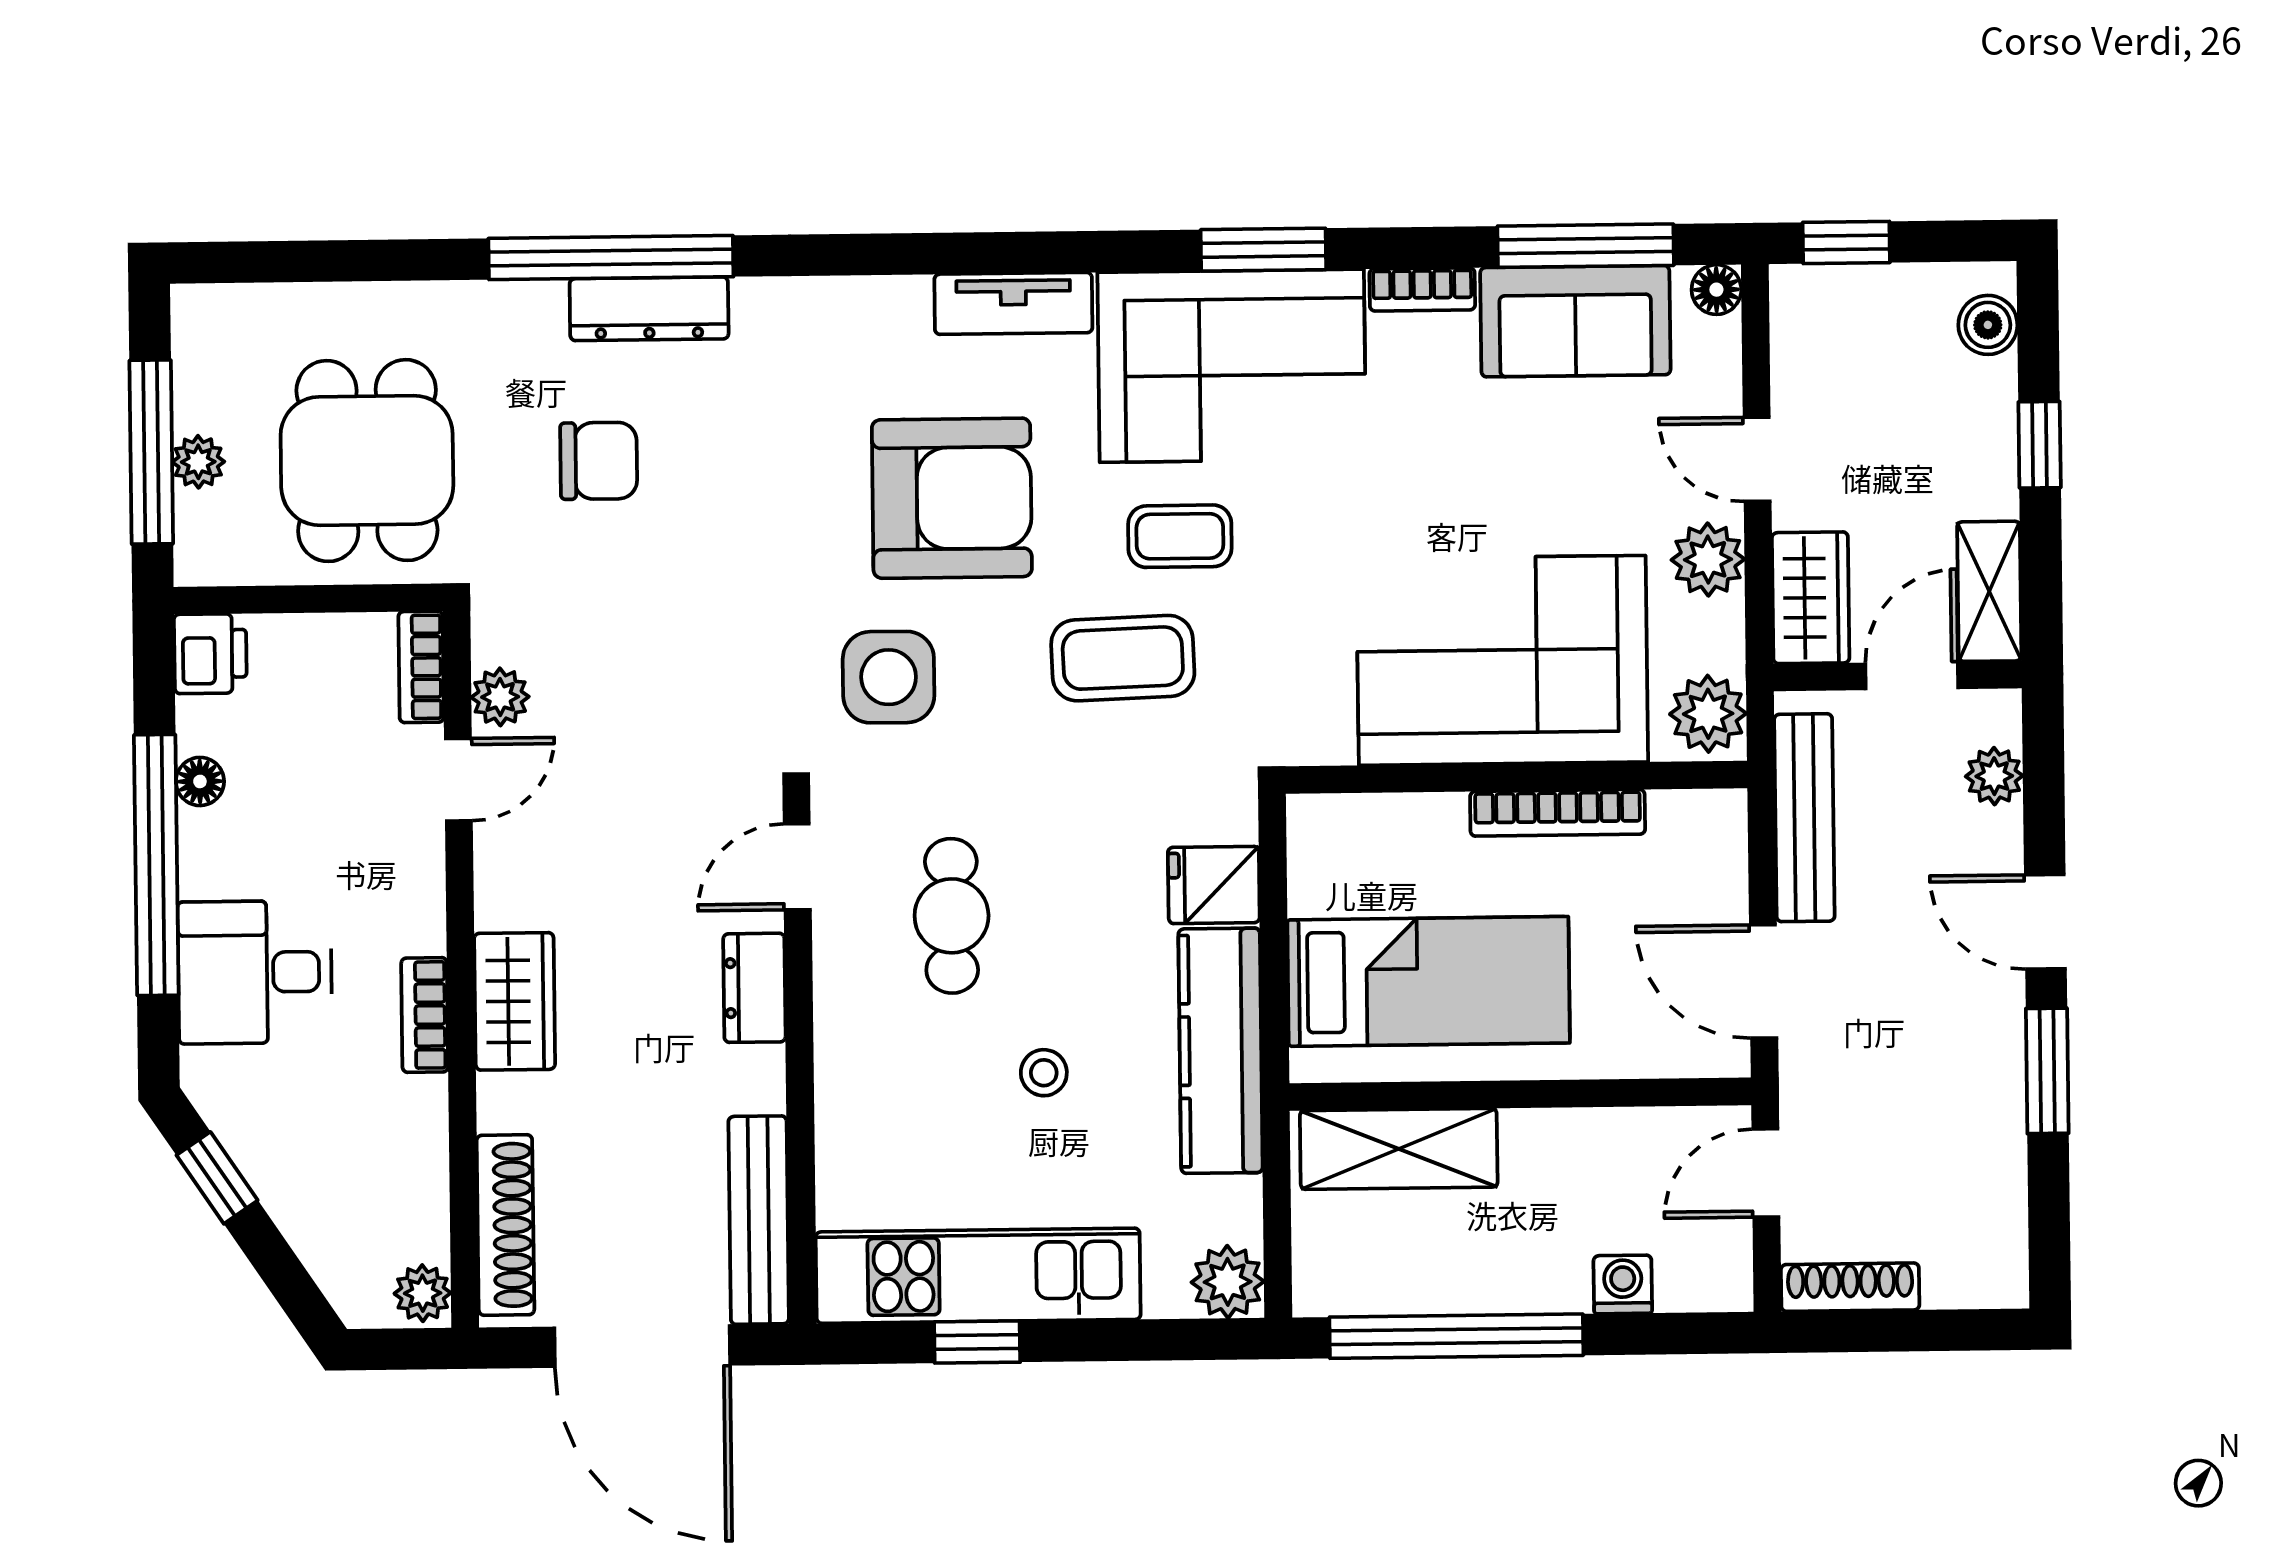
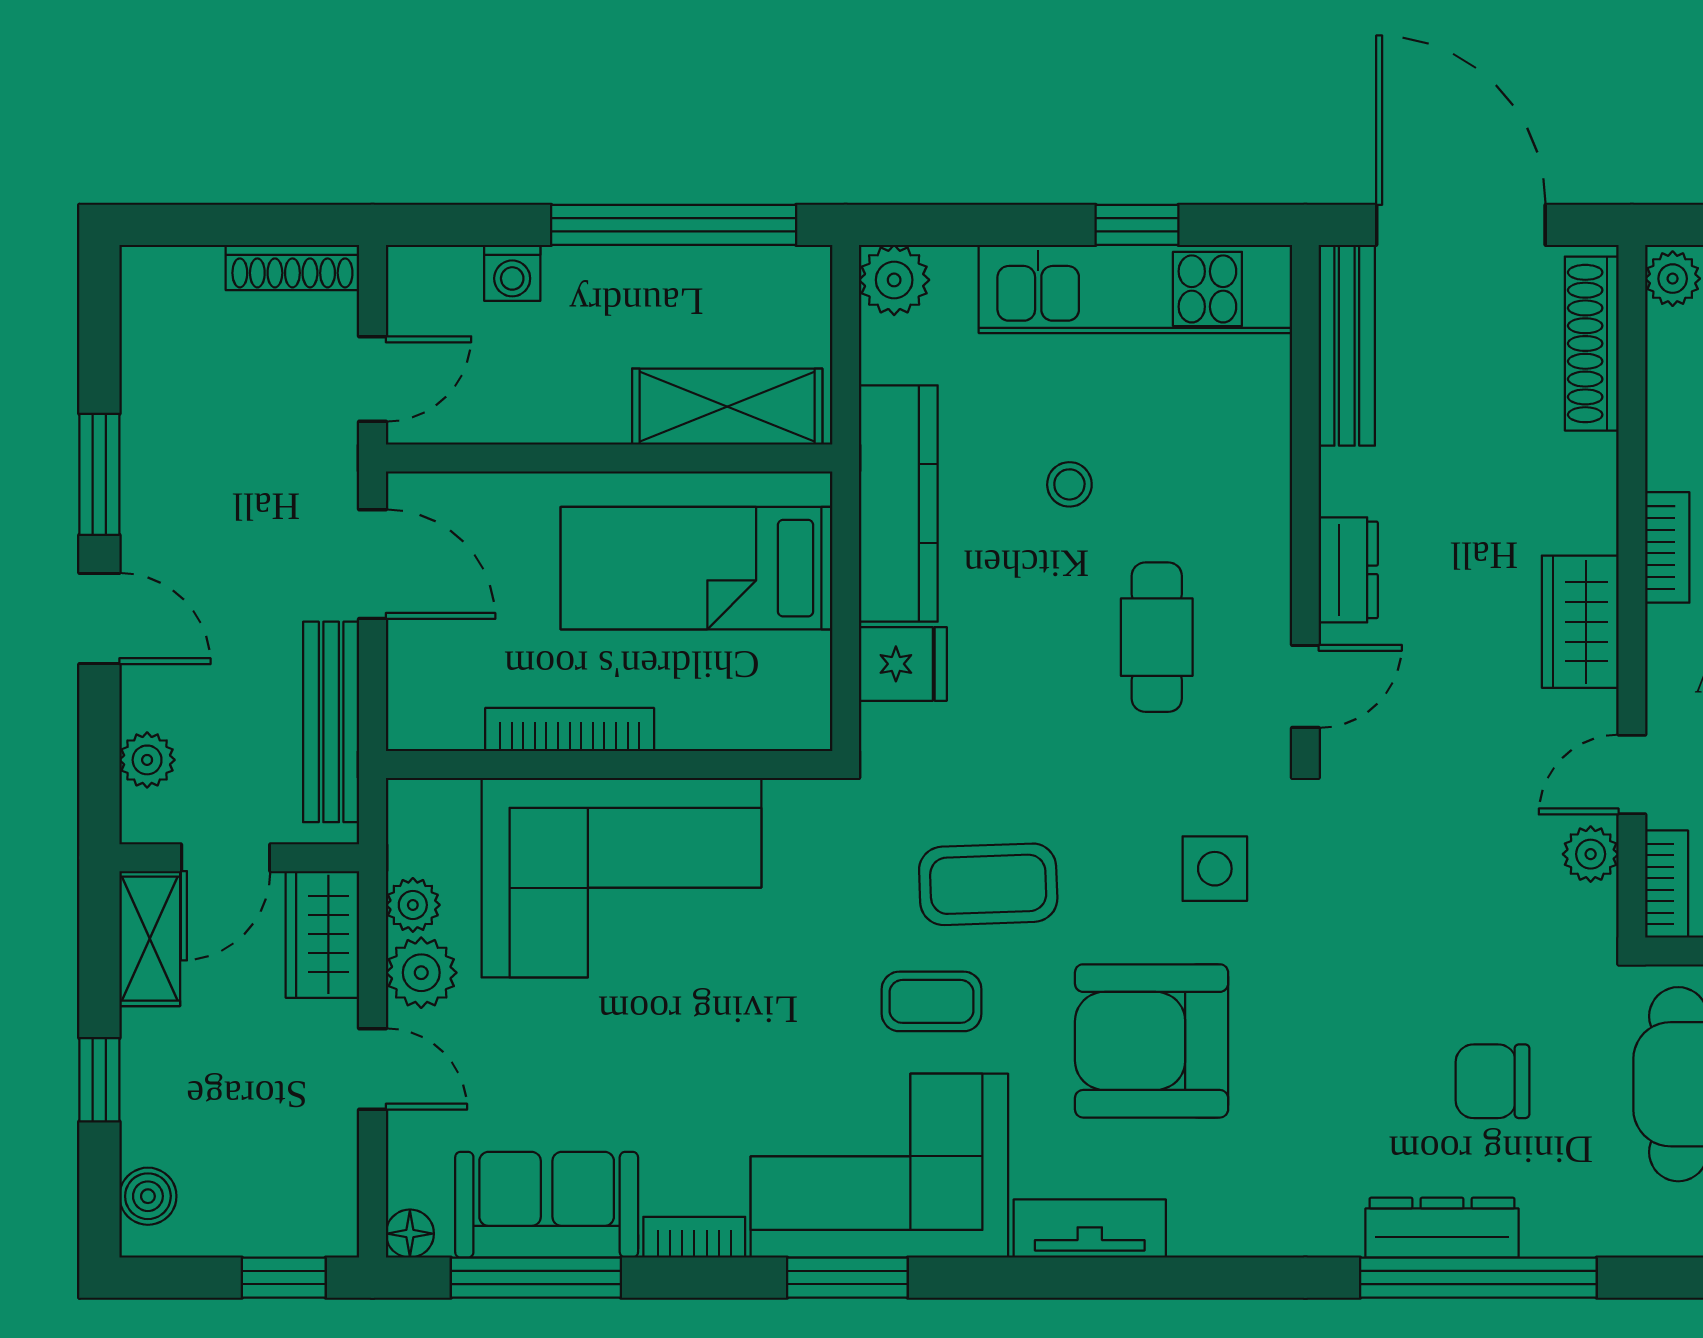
side table: (889, 677) -> (1215, 869), width x0.73, depth x0.73
plant: (1708, 714) -> (413, 905), moved, width x0.73, depth x0.73
wardrobe: (515, 1001) -> (1580, 622), moved

